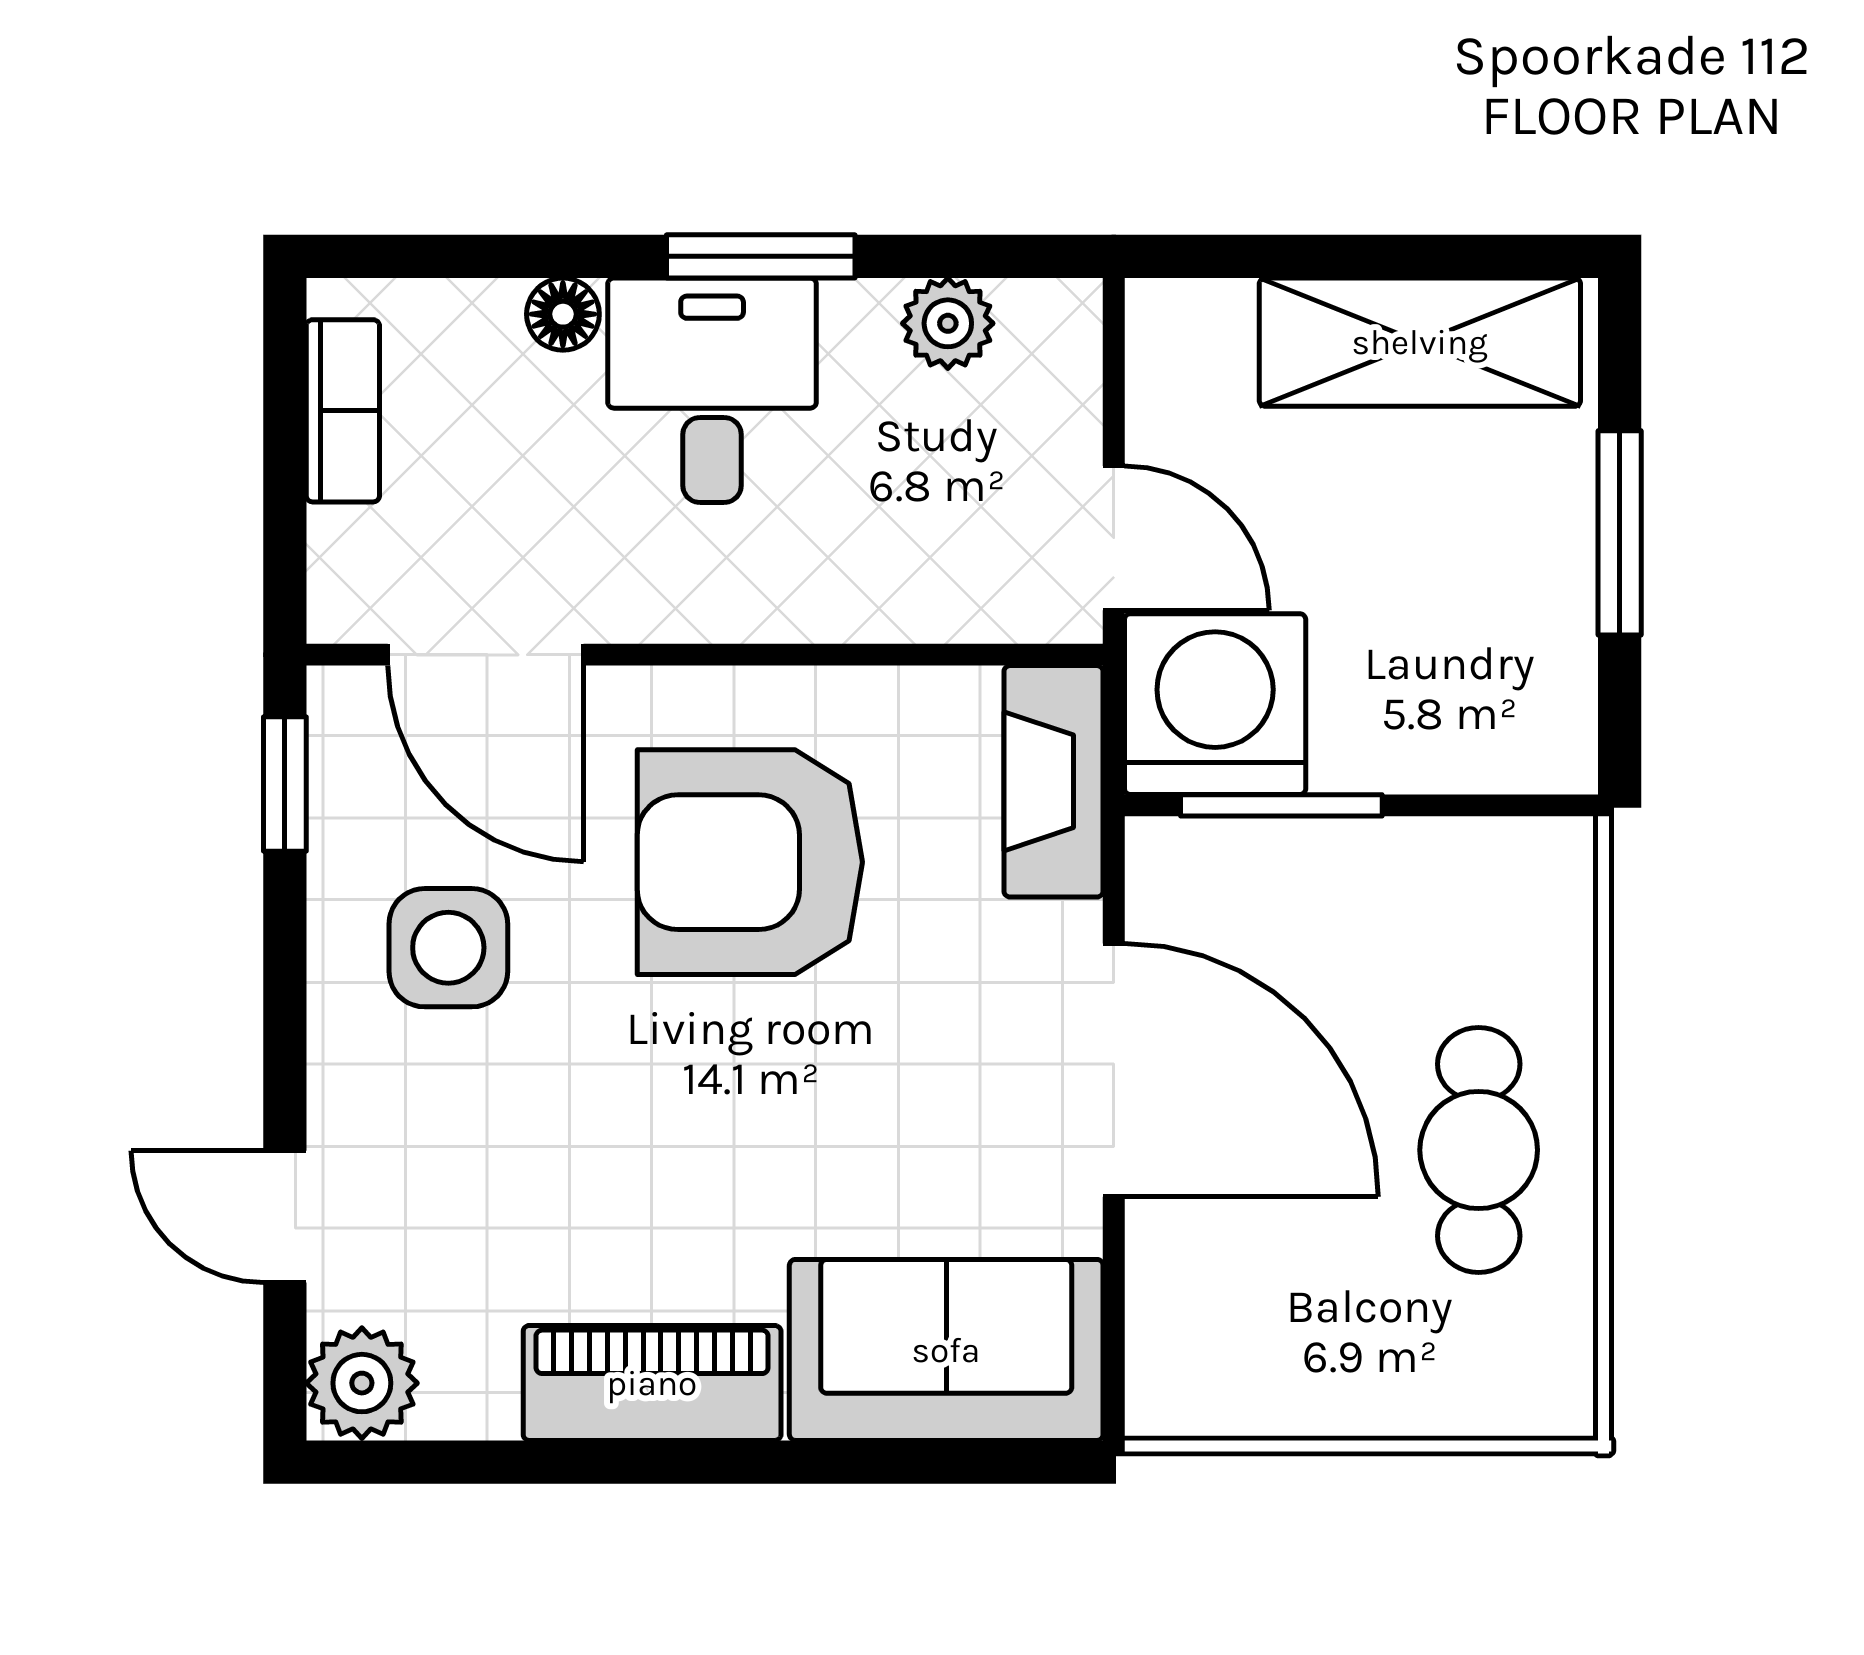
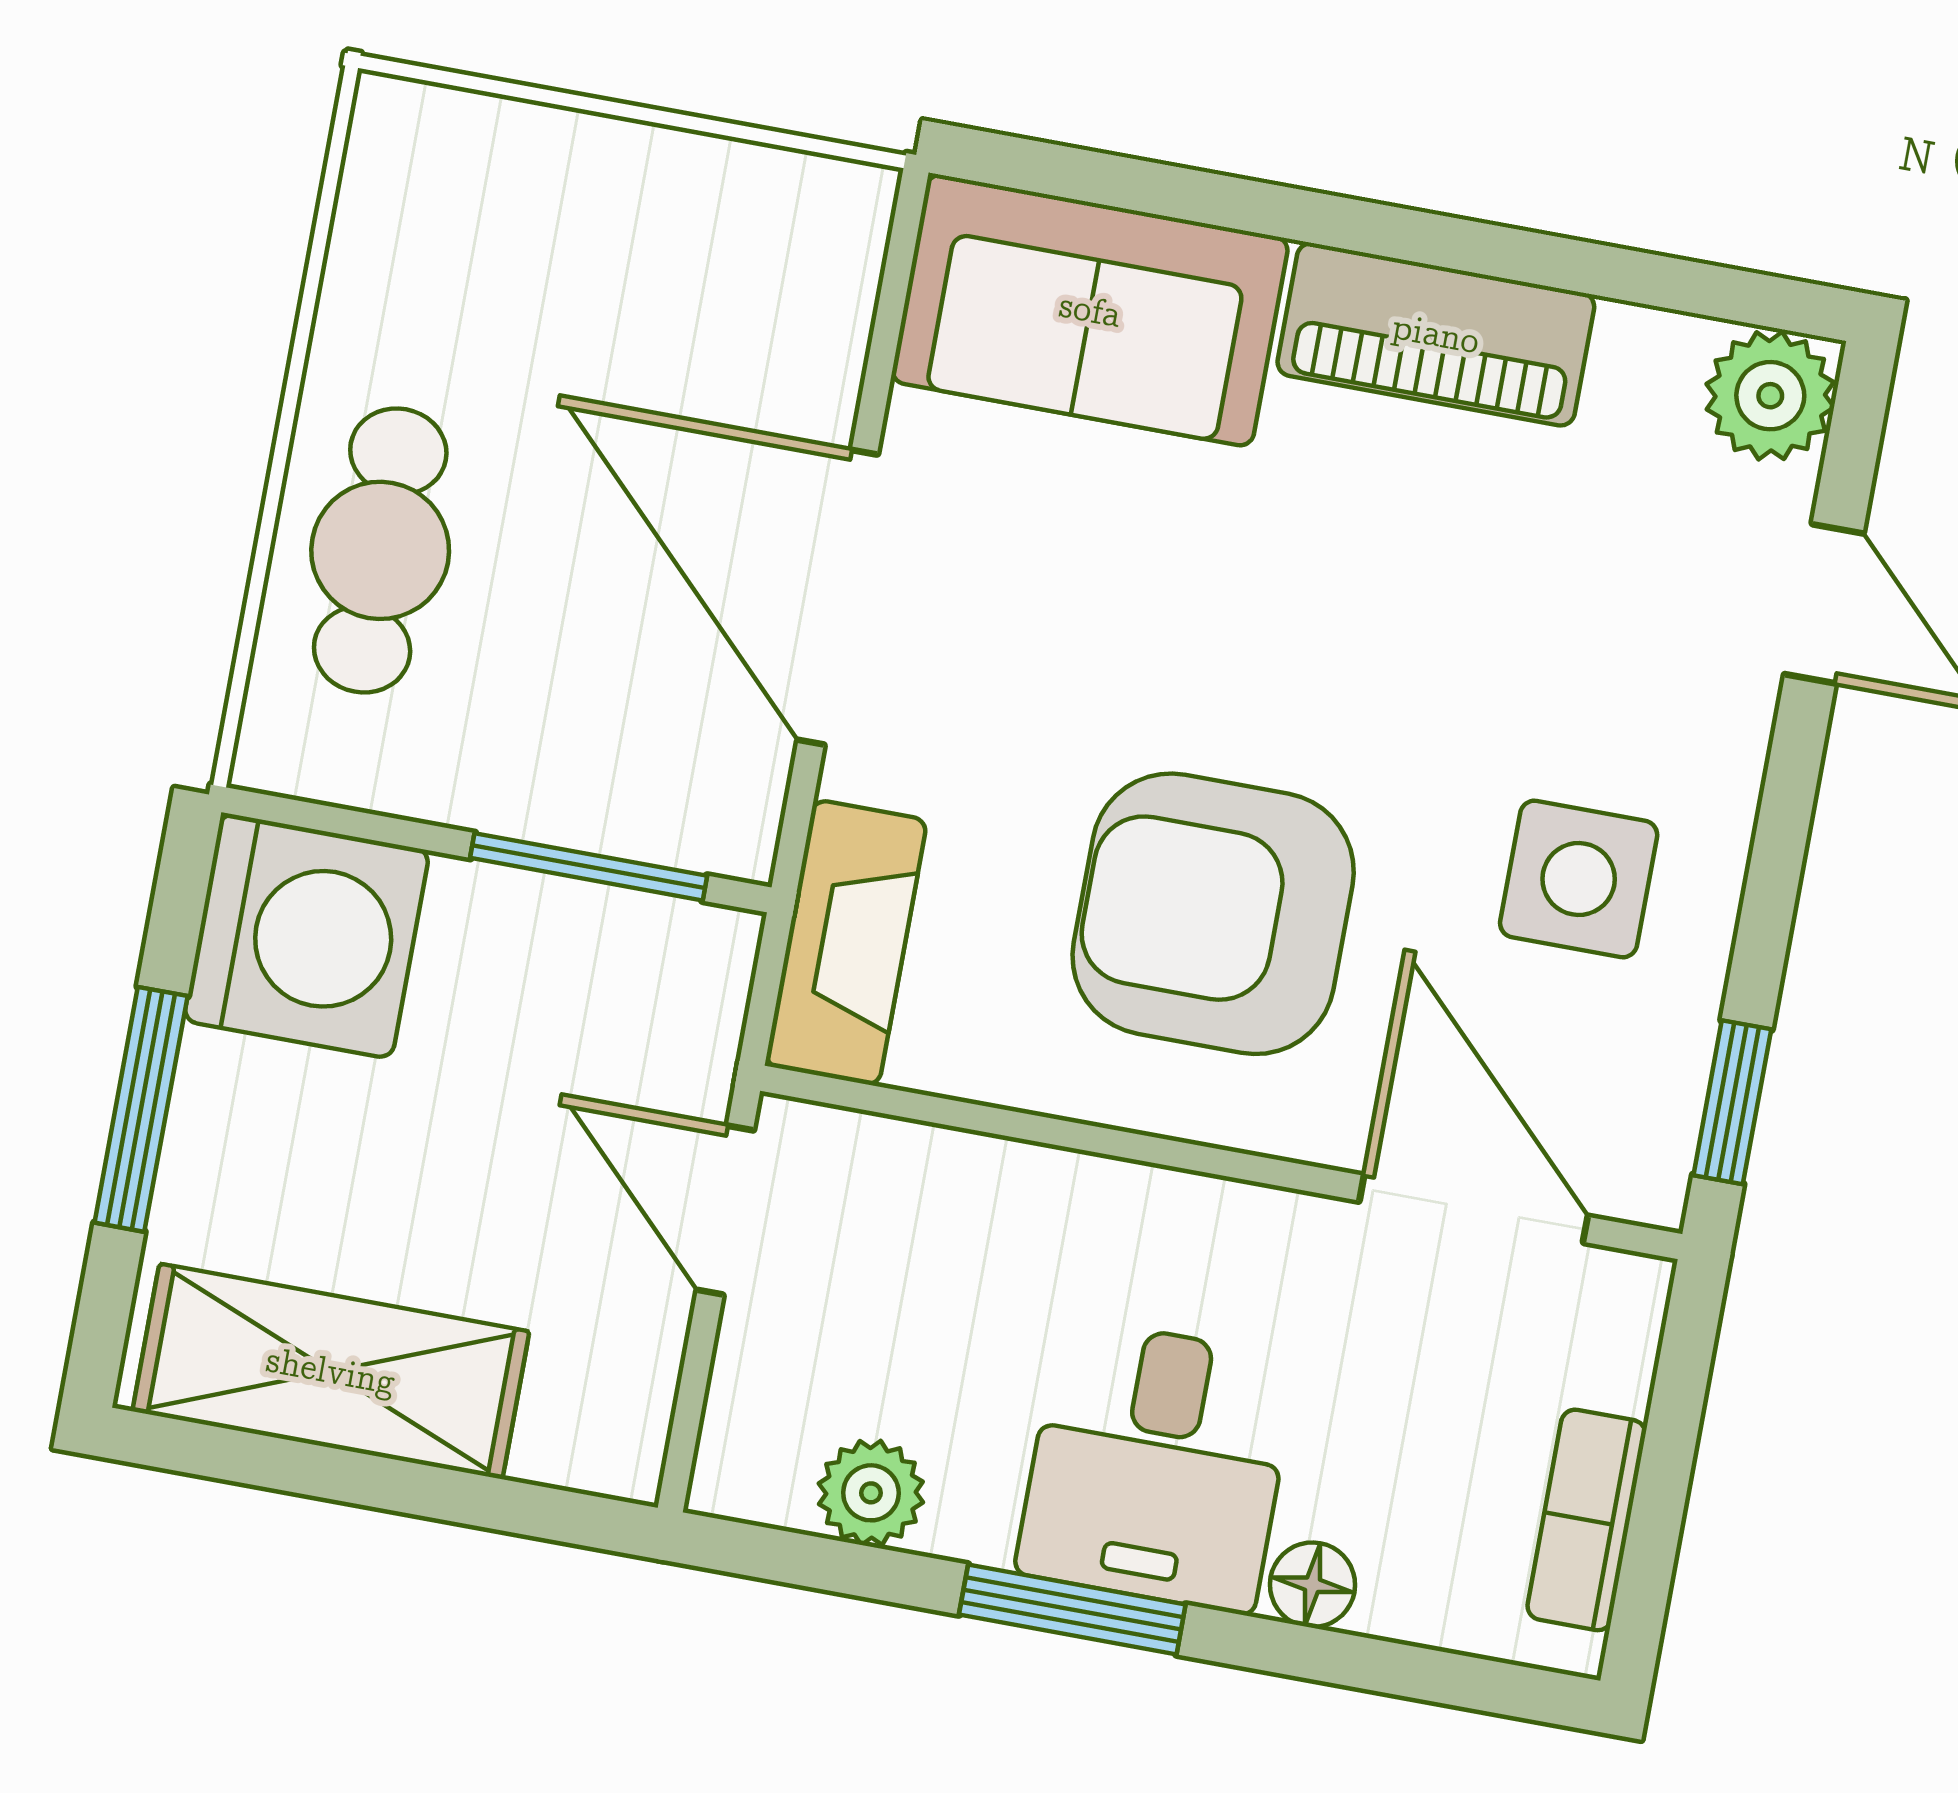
washing machine: (1215, 704) -> (306, 936), moved, turned -90
armchair: (750, 862) -> (1213, 914), turned 180
cafe table: (1479, 1150) -> (380, 550), moved

